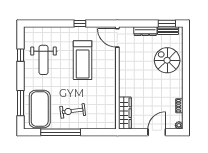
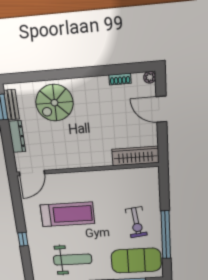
window: (80, 24) -> (23, 239), moved

